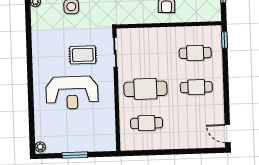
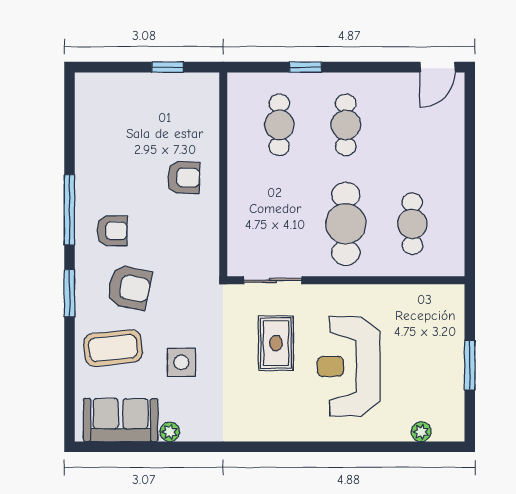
window: (224, 40) -> (306, 67), moved
reception desk: (72, 93) -> (349, 366), turned 180
plant: (40, 147) -> (421, 432), moved

